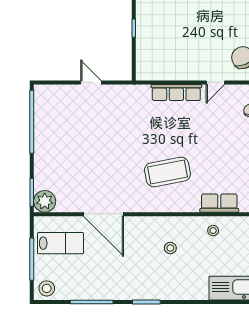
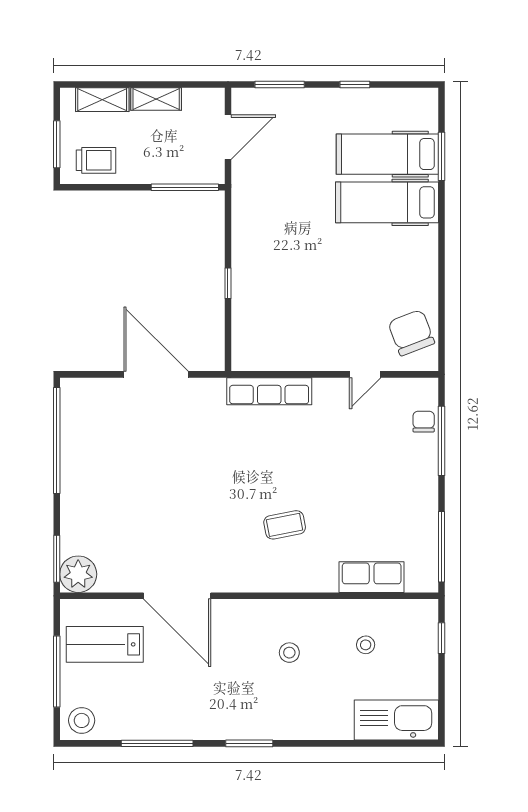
door: (91, 82) -> (156, 374), width x1.88
row of seats: (176, 93) -> (269, 391), moved
coffee table: (167, 172) -> (285, 525), width x0.54, depth x0.58
stool: (213, 231) -> (366, 645), moved
lab bench: (61, 243) -> (105, 644), turned 180

